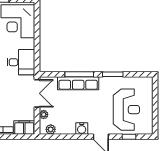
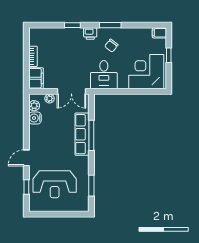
window: (113, 74) -> (91, 186), moved
water cooler: (82, 129) -> (35, 118), moved

